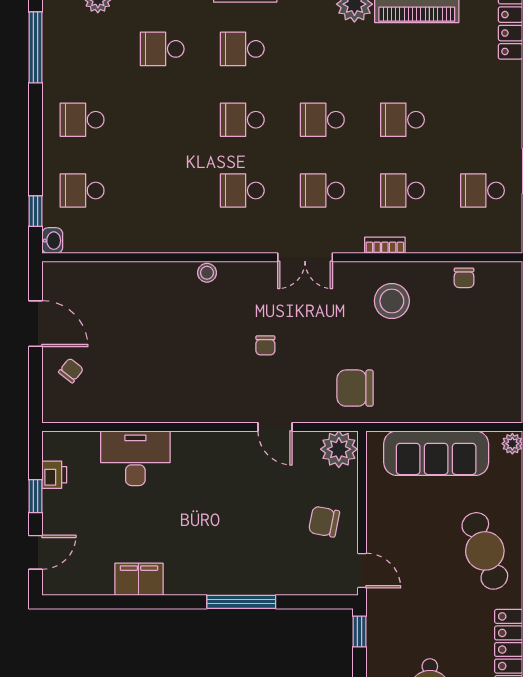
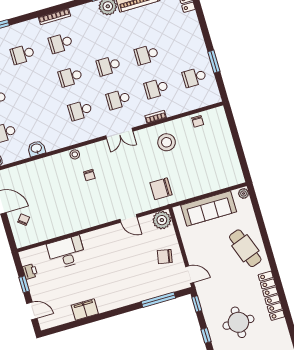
washbasin: (136, 240) -> (36, 149), added
chair: (265, 345) -> (89, 175), moved
door: (35, 552) -> (32, 311), hinge flipped
window: (241, 602) -> (158, 300), moved

